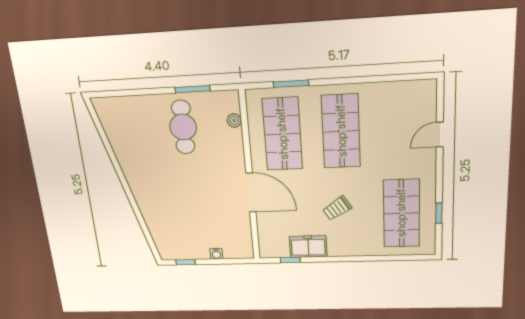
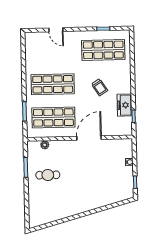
cafe table: (183, 127) -> (48, 175), width x0.73, depth x0.74

